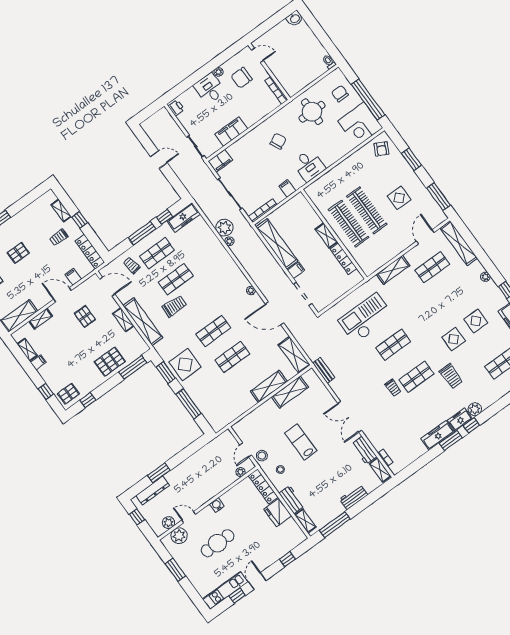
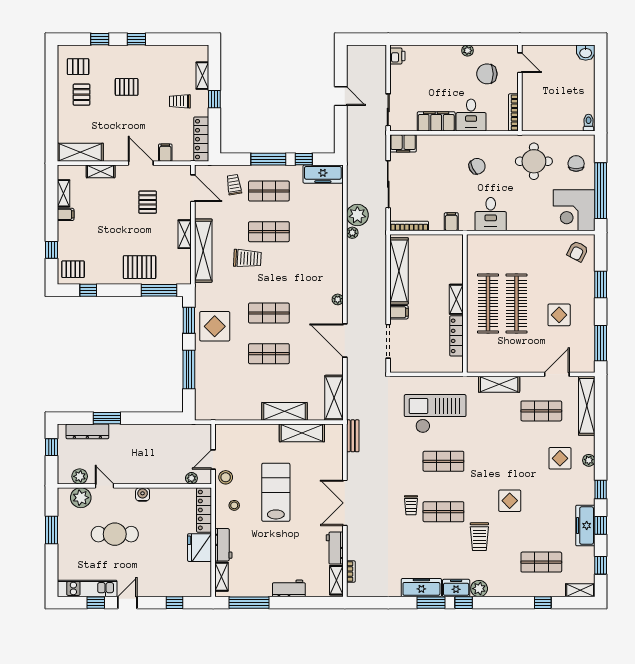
desk: (209, 89) -> (471, 115), moved, turned 180
display table: (476, 321) -> (560, 458), moved
lab bench: (301, 442) -> (276, 492), width x1.36, depth x1.39

